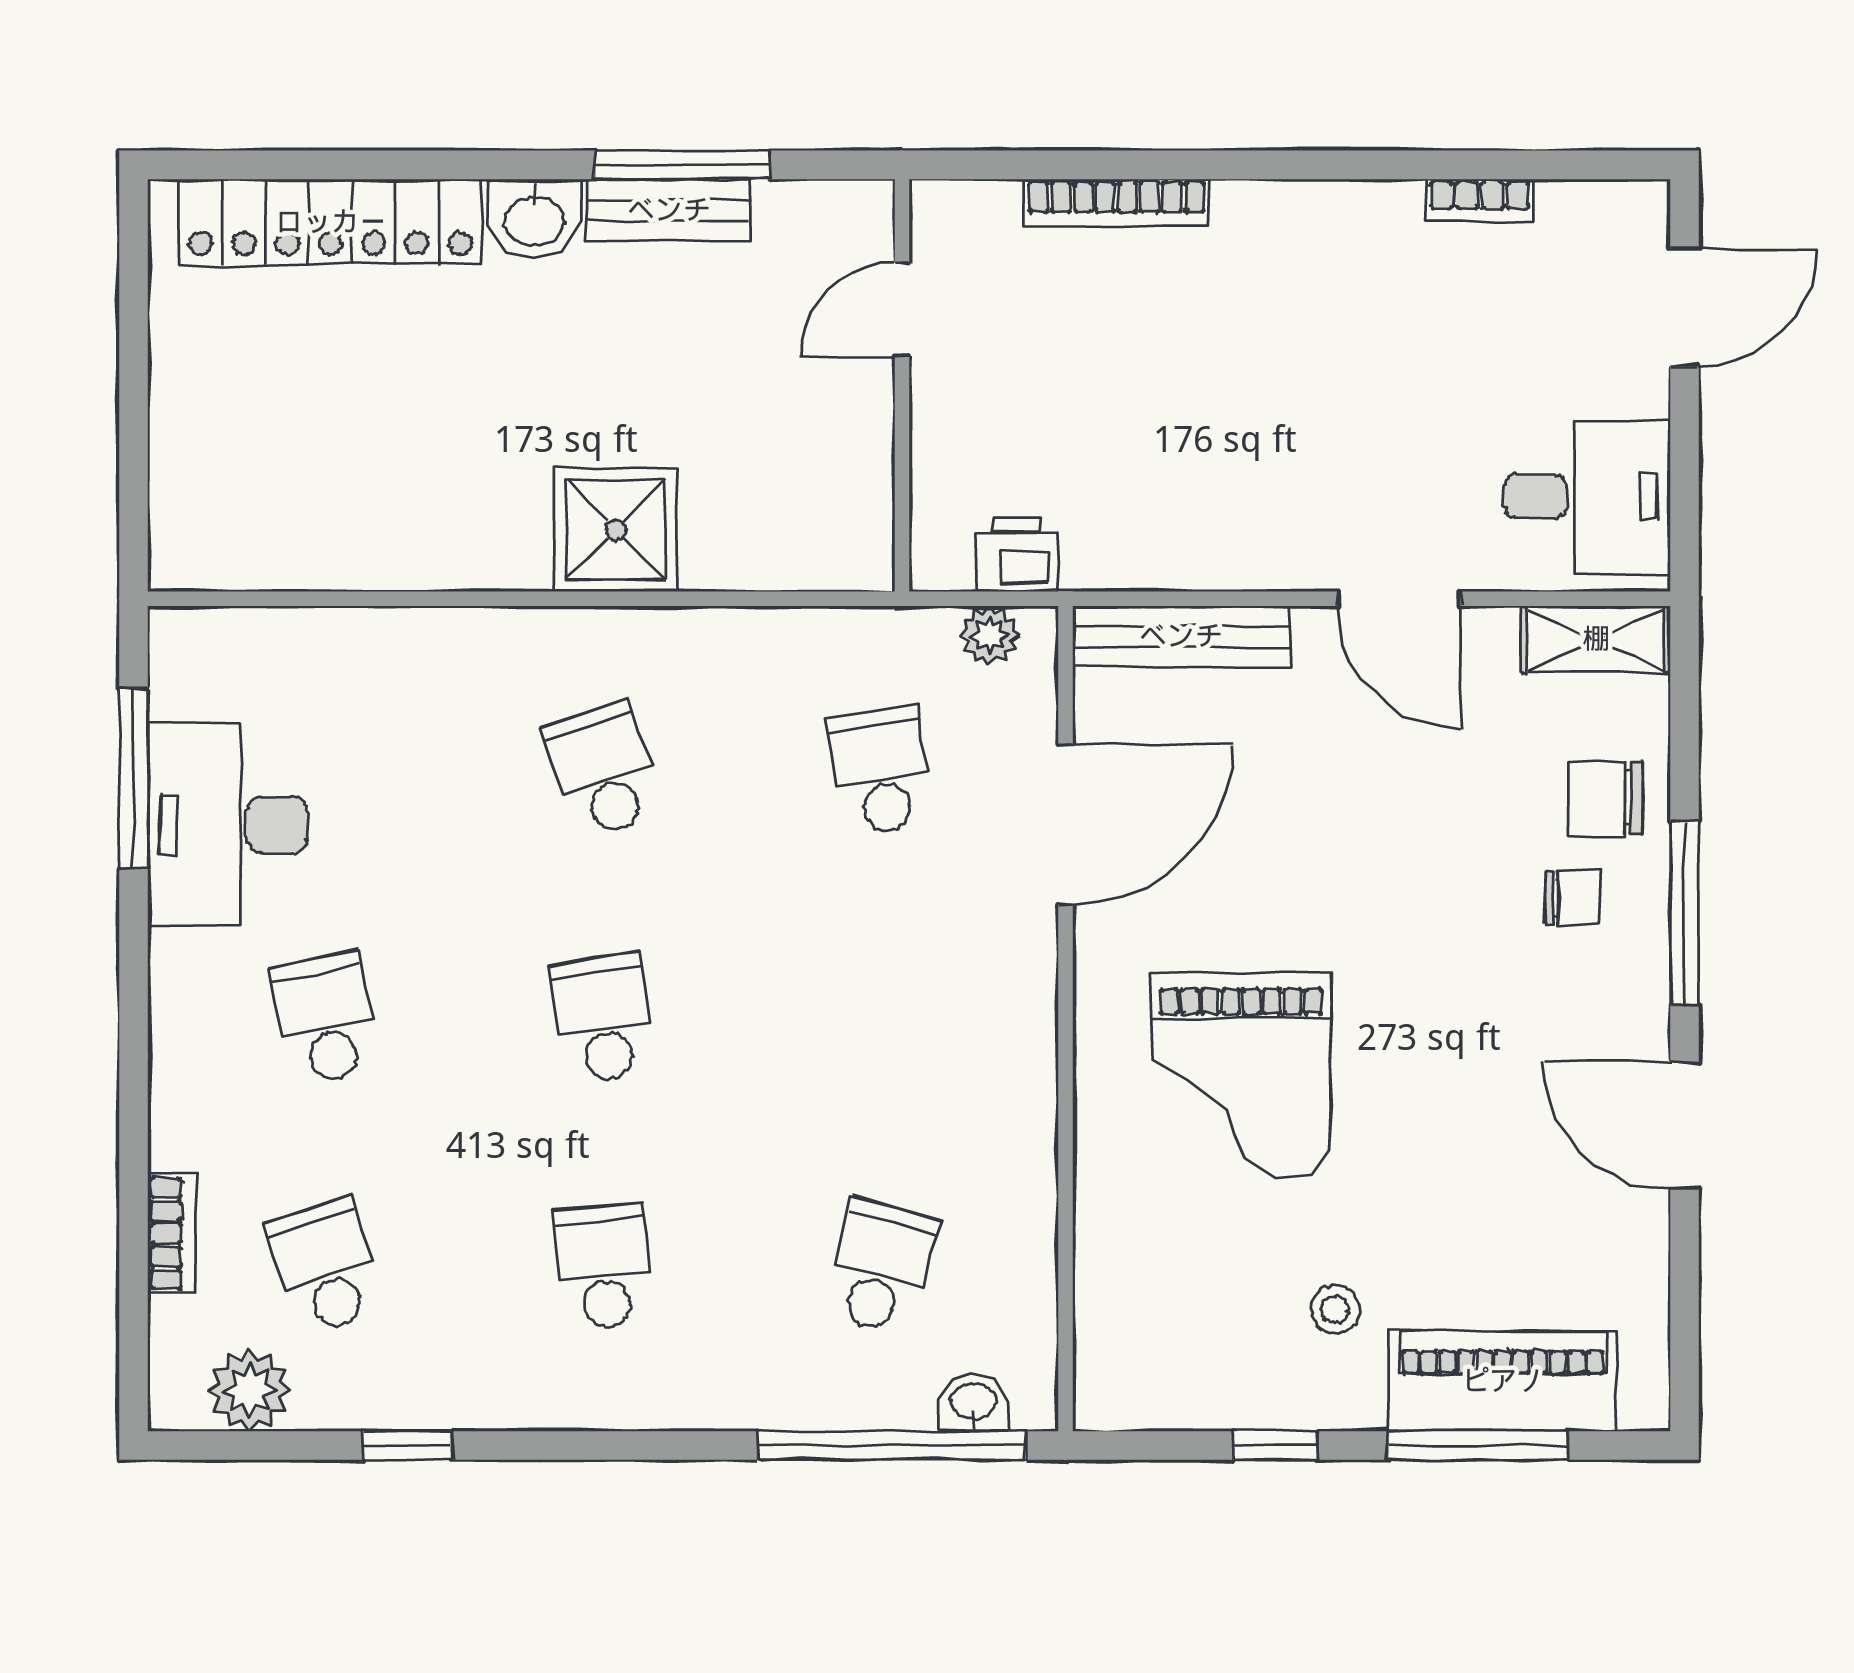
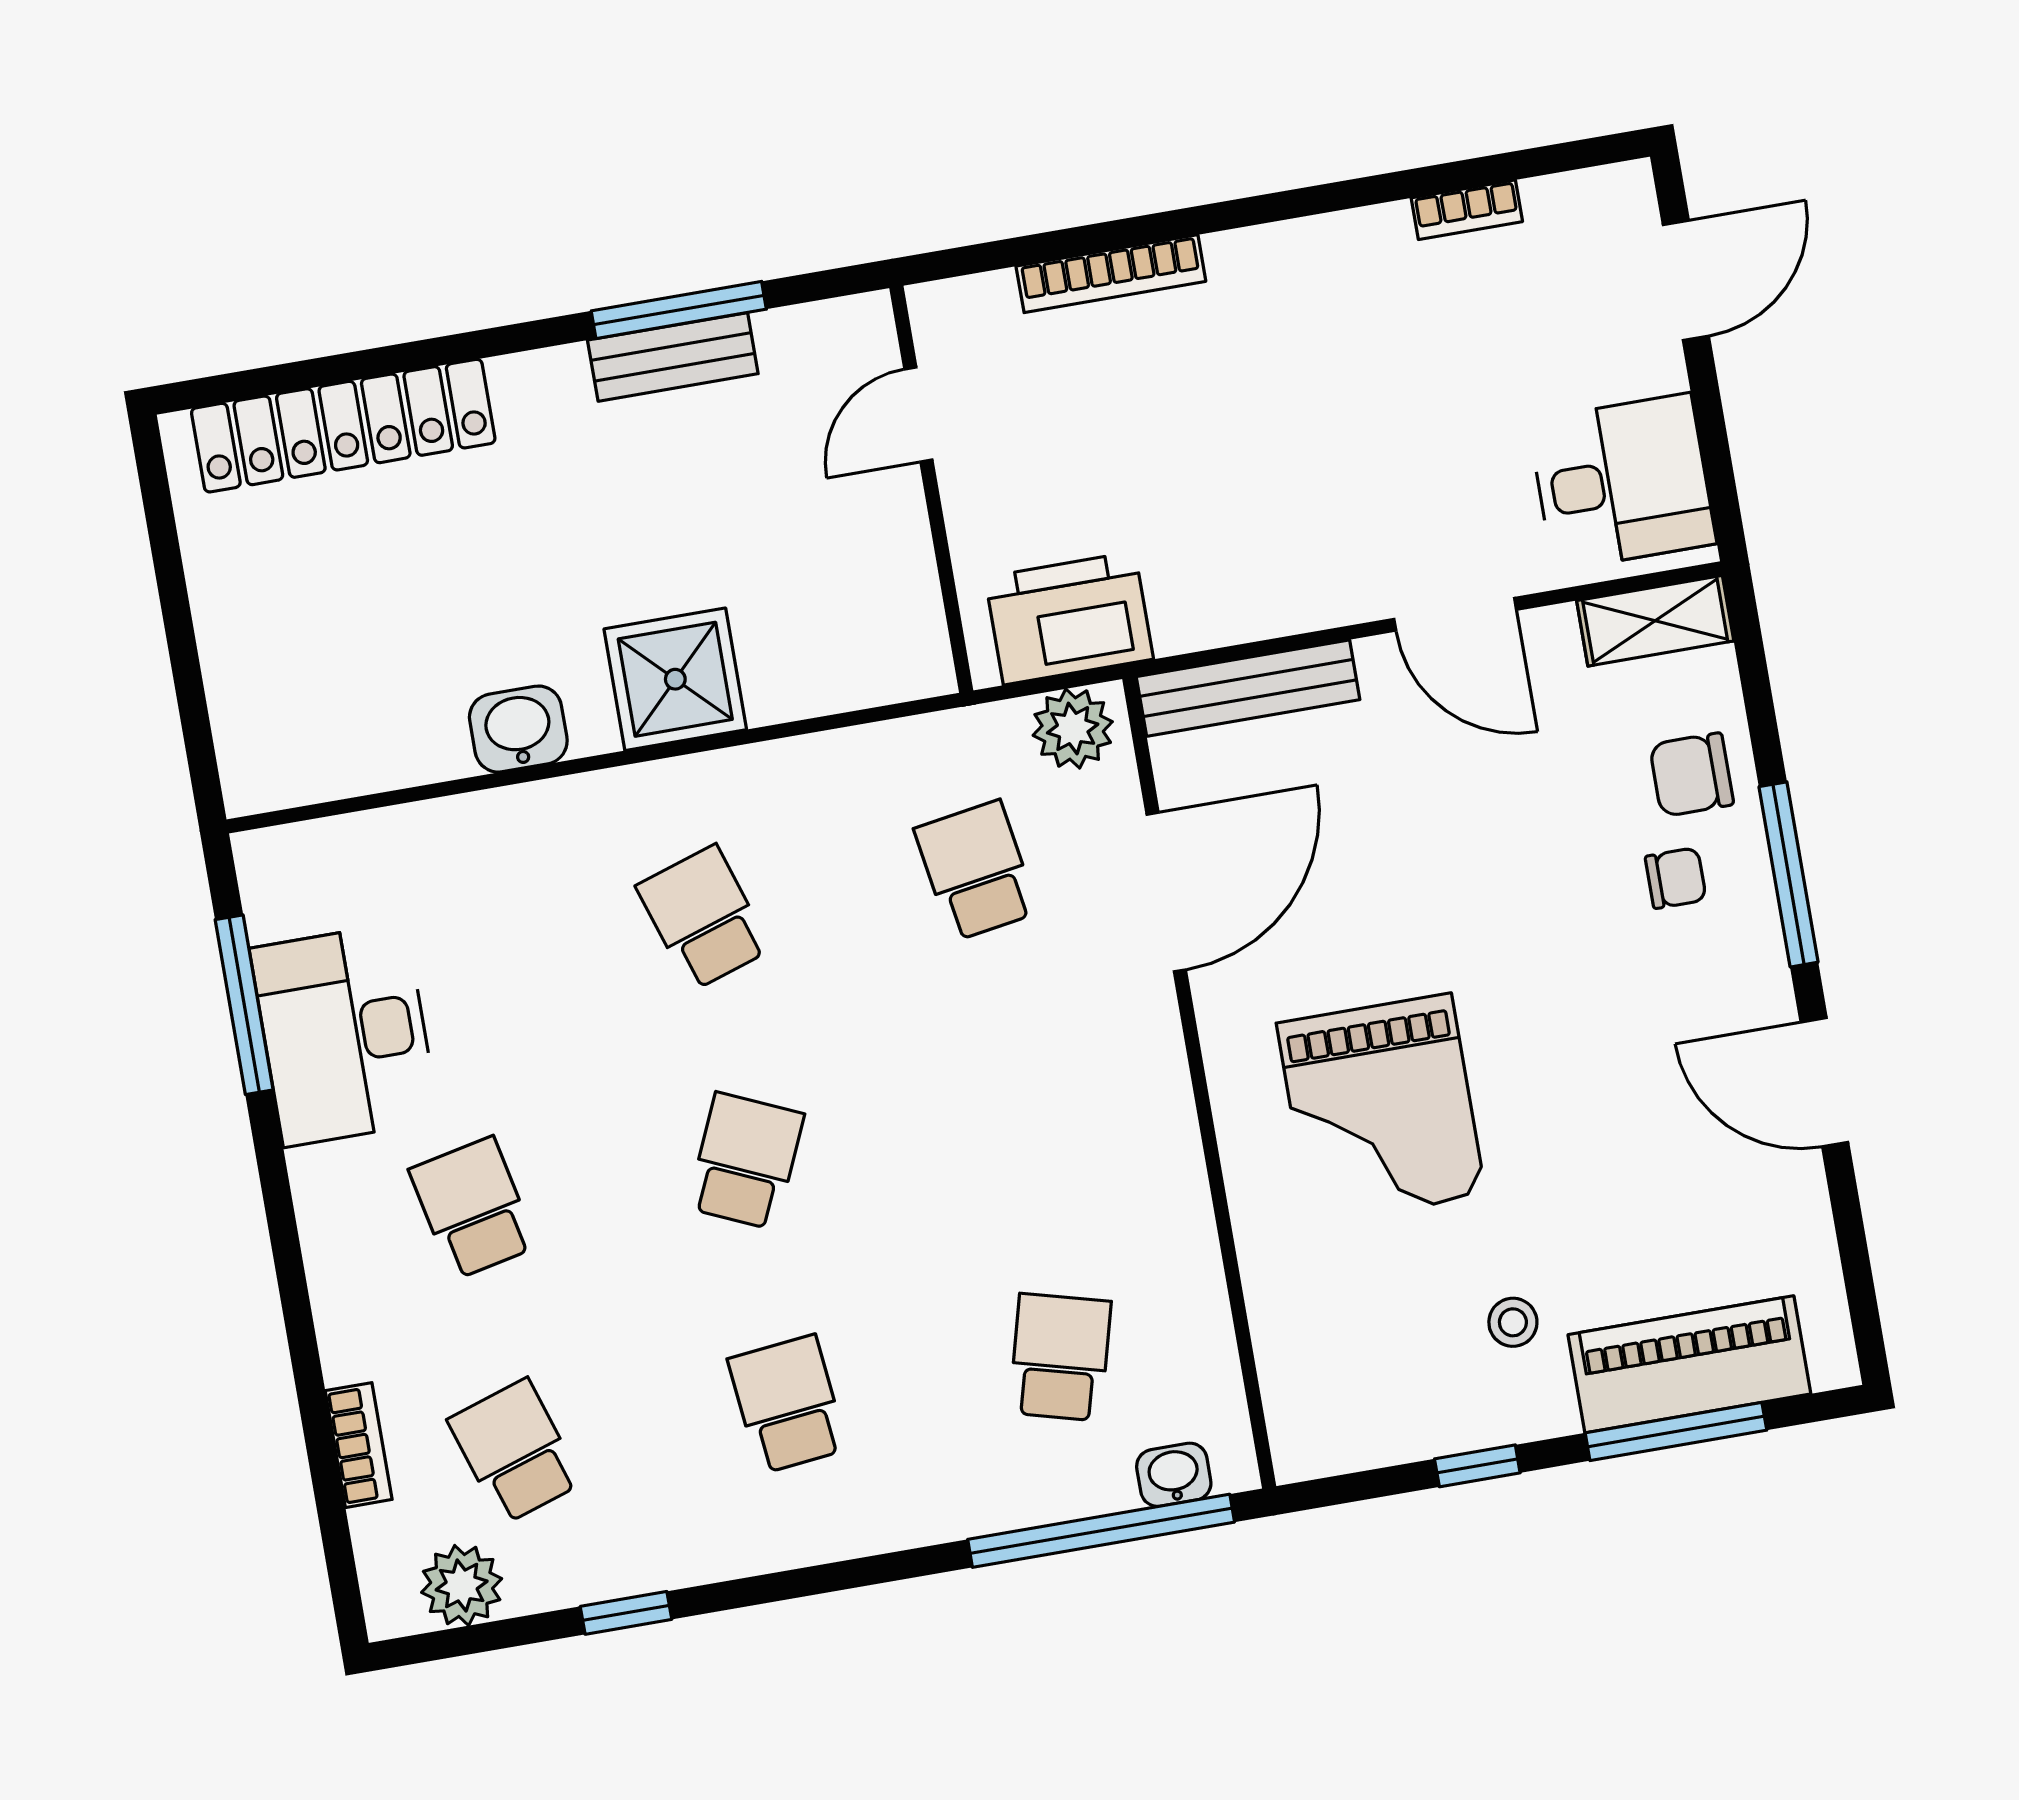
washbasin: (535, 219) -> (518, 729), moved, turned 180
printer: (1016, 555) -> (1069, 618), width x1.87, depth x1.48
plant: (990, 635) -> (1073, 729), width x1.38, depth x1.38
school desk: (603, 1019) -> (746, 1161), turned 33

